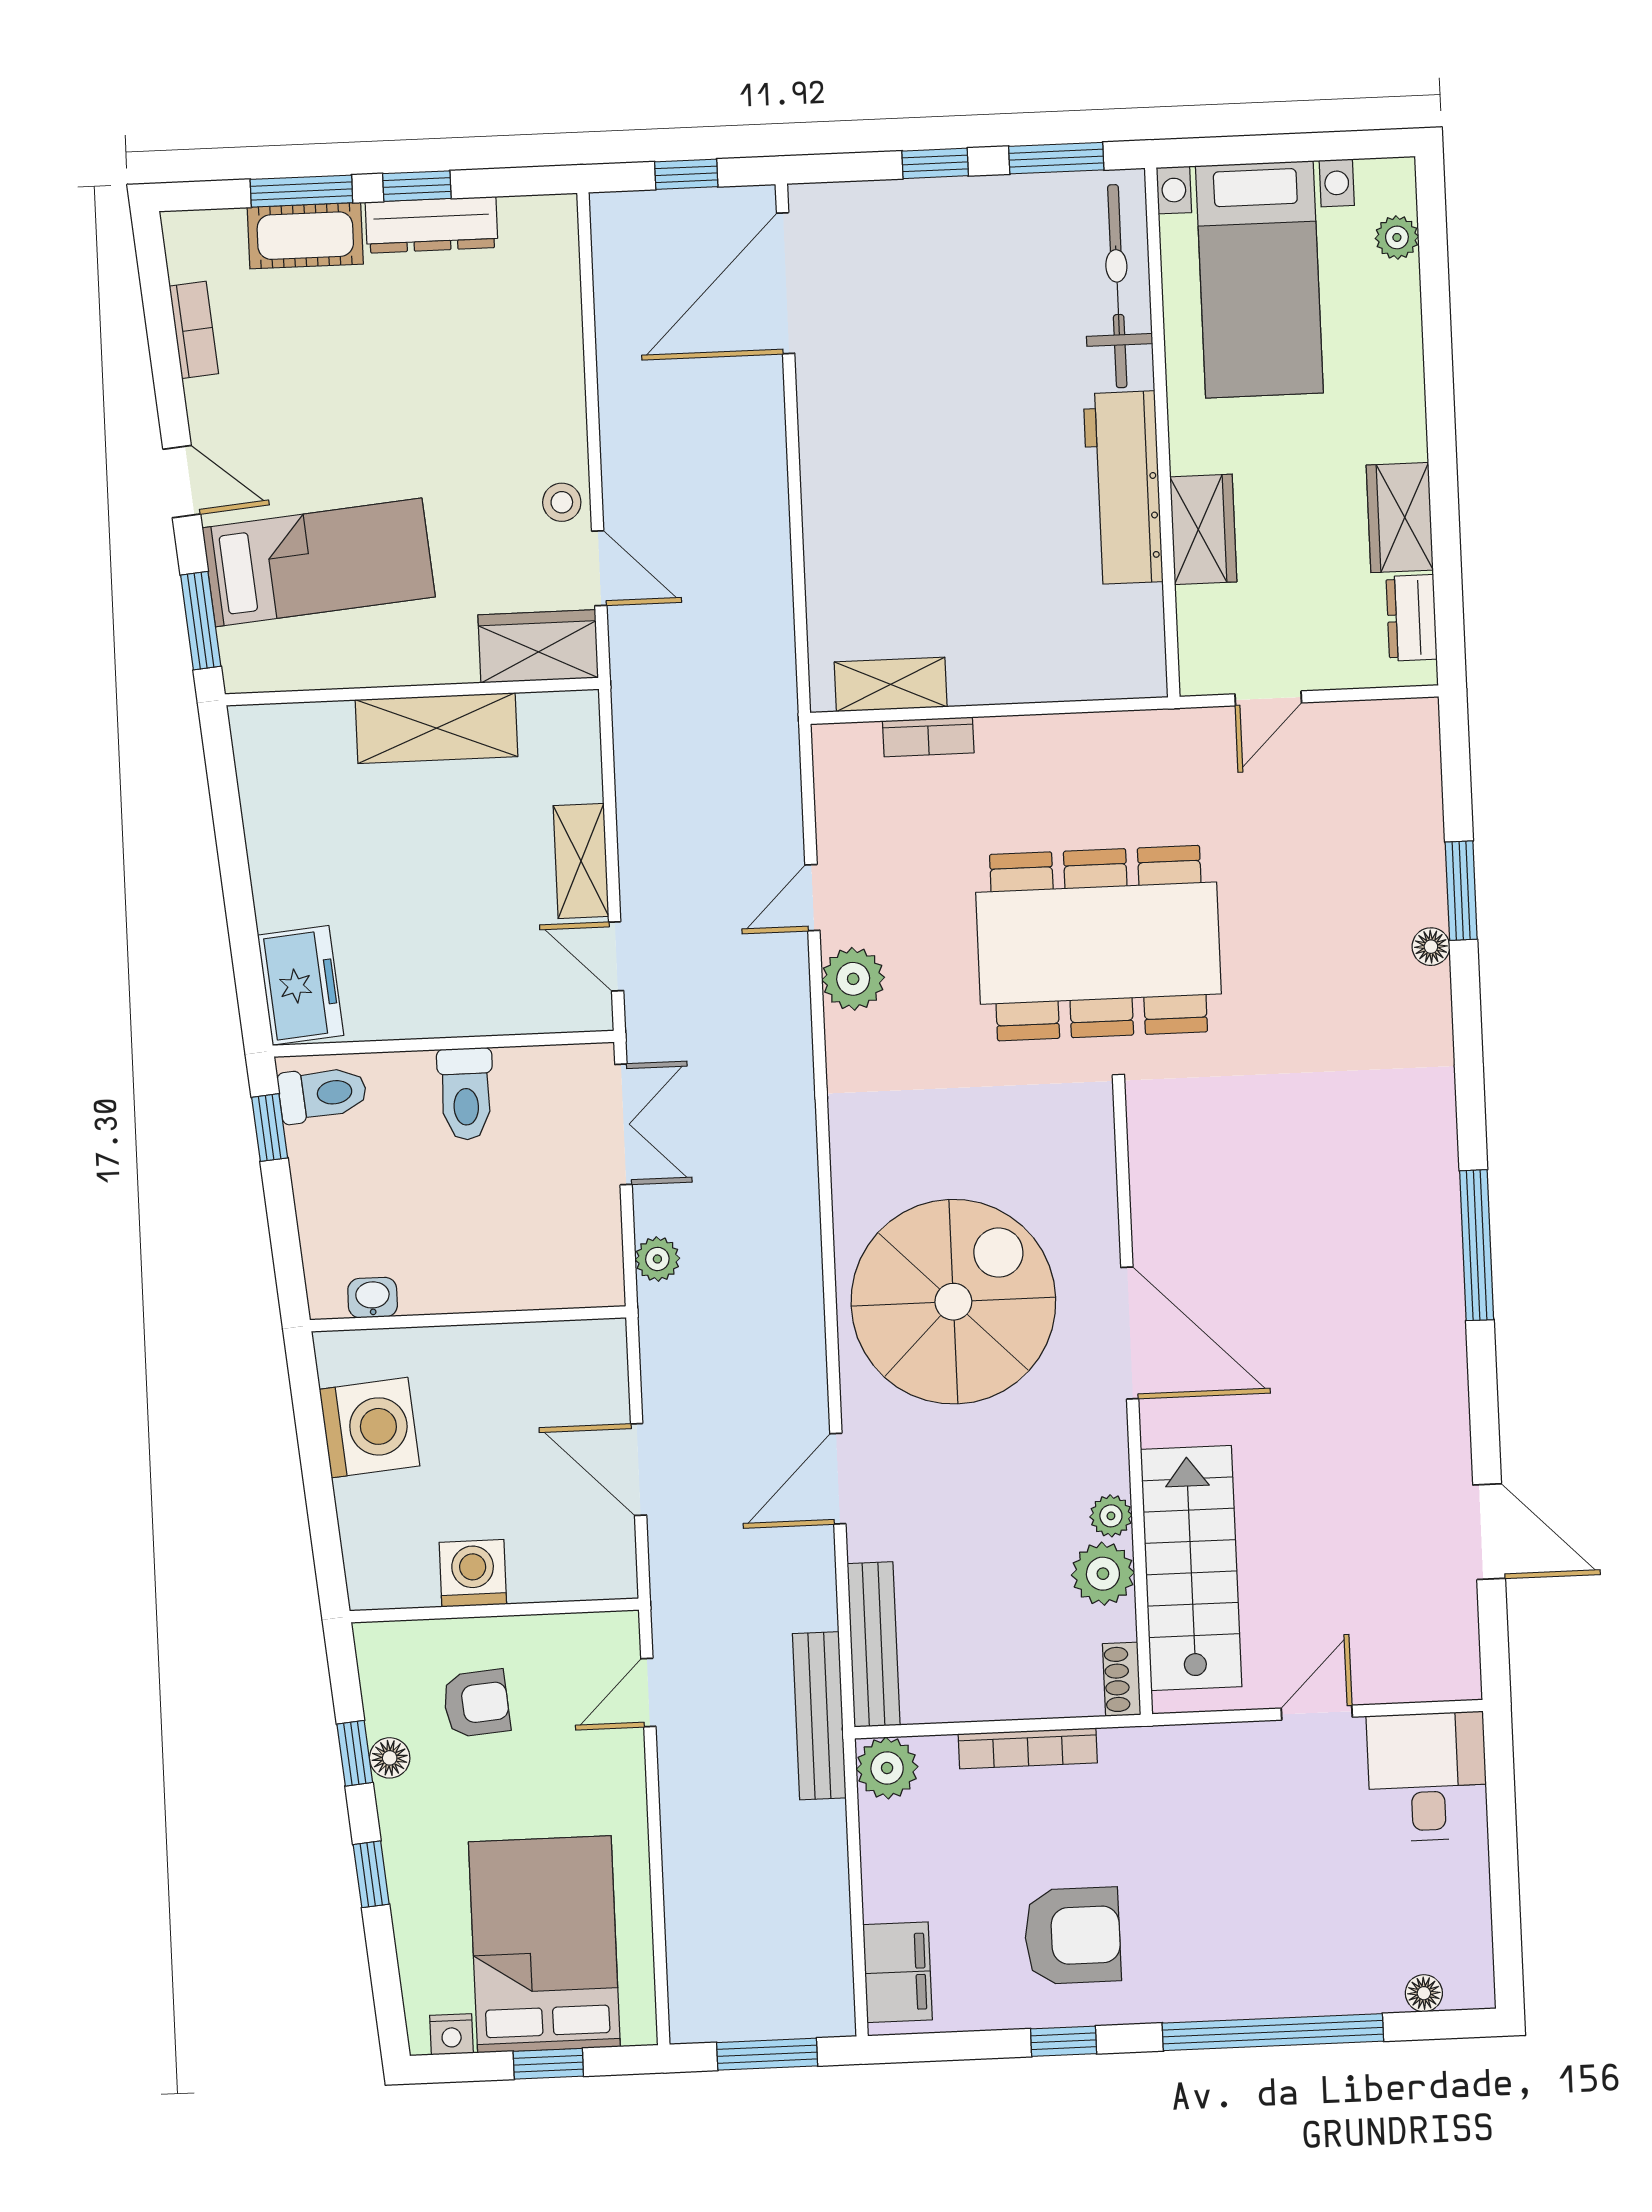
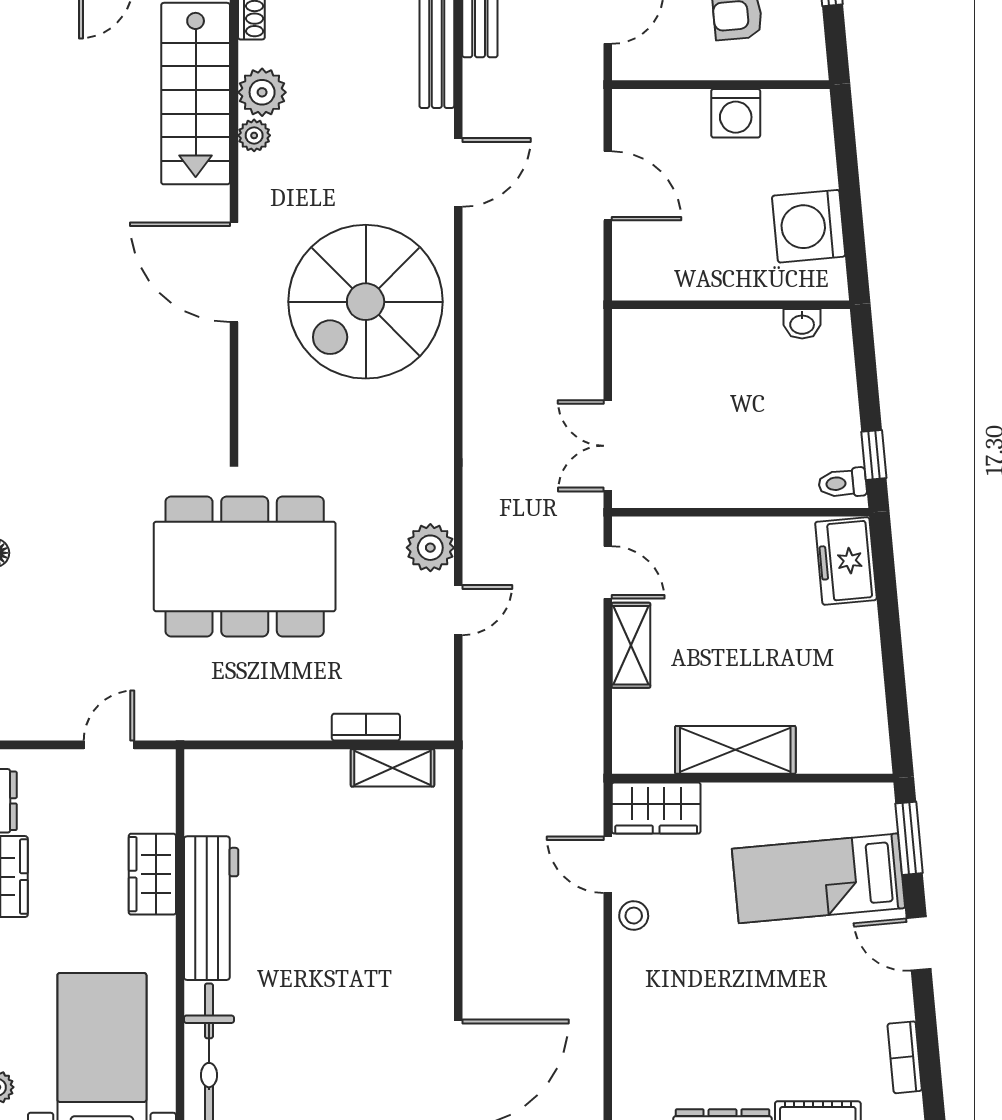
toilet: (323, 1094) -> (842, 483), width x0.73, depth x0.72
toilet: (466, 1094) -> (725, 474), removed
plant: (657, 1259) -> (587, 343), removed

